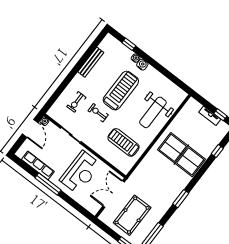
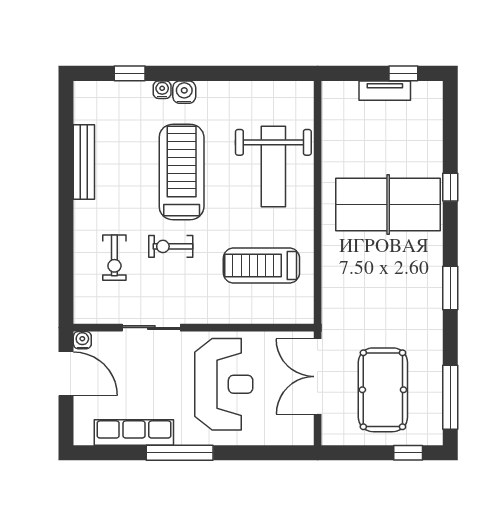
window: (217, 151) -> (450, 187), moved

